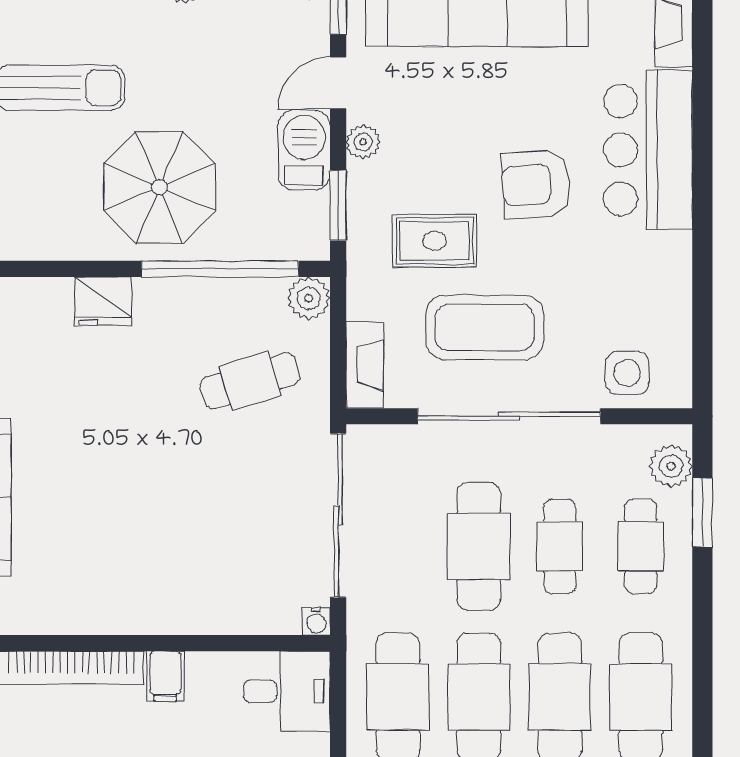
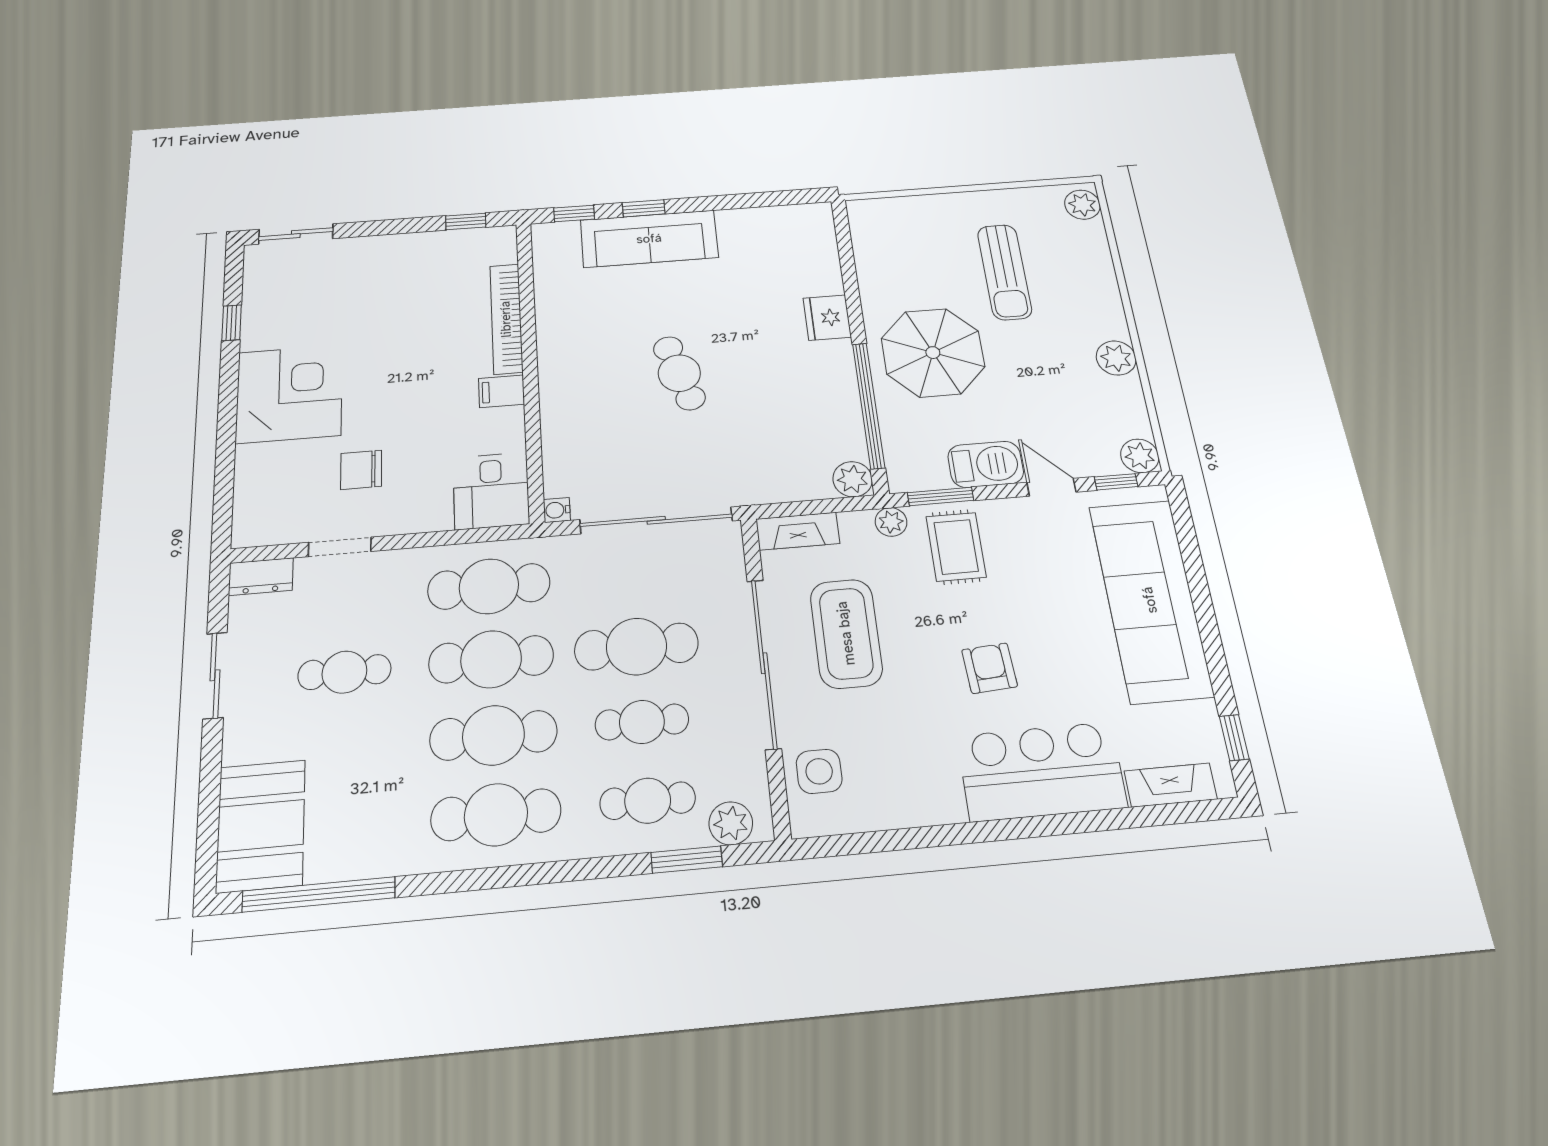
plant: (363, 142) -> (891, 522), moved
armchair: (536, 184) -> (990, 668), width x0.72, depth x0.72
rug: (435, 241) -> (956, 547), moved
cafe table: (250, 381) -> (679, 373), moved

